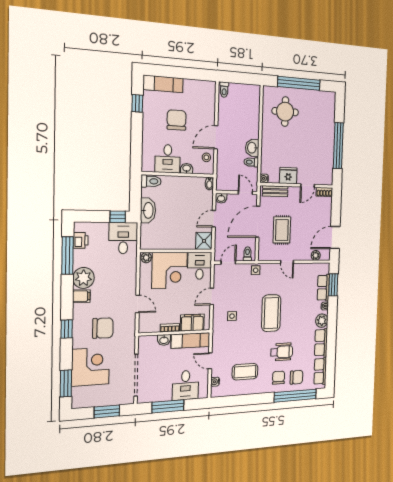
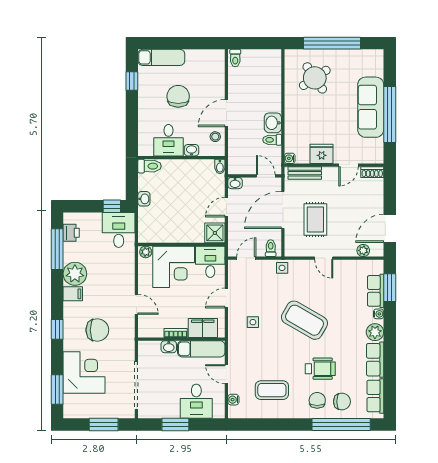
round table: (285, 112) -> (315, 78), turned -34
sofa: (325, 139) -> (371, 107), added
washbasin: (148, 210) -> (144, 199), width x0.52, depth x0.69
coffee table: (271, 313) -> (304, 320), turned -60
window: (168, 406) -> (175, 424), width x0.69

